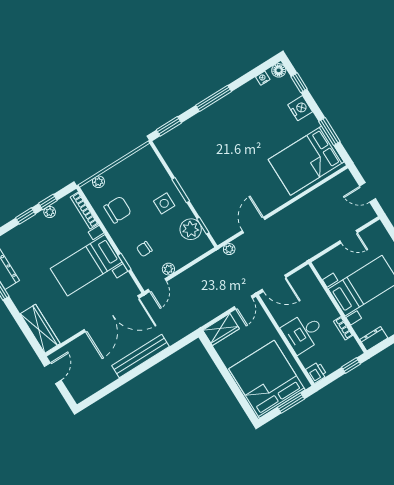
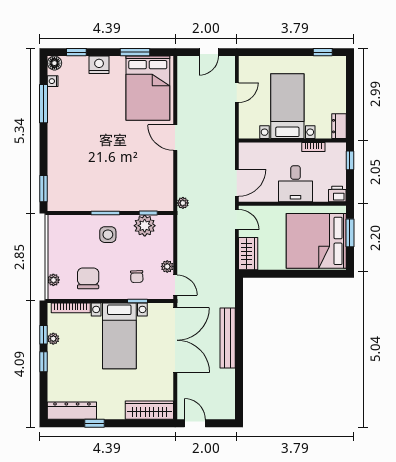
window: (214, 98) -> (44, 104), moved
door: (254, 225) -> (175, 138), moved

